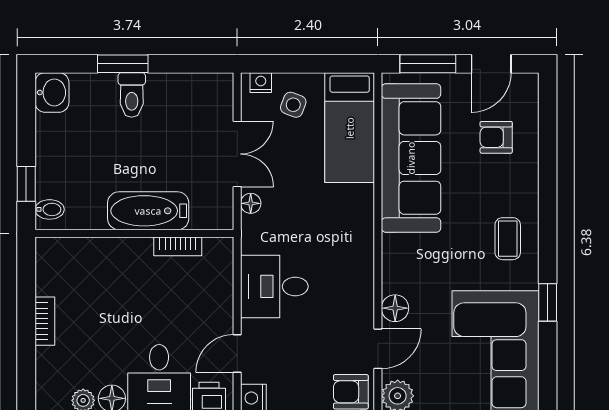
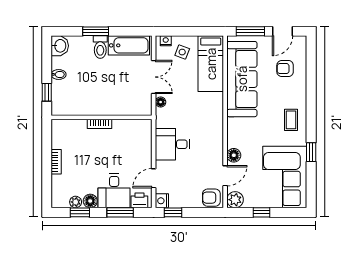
bidet: (50, 209) -> (59, 74), moved
bathtub: (148, 211) -> (129, 45), moved, turned 180
bookcase: (178, 246) -> (99, 124), moved

